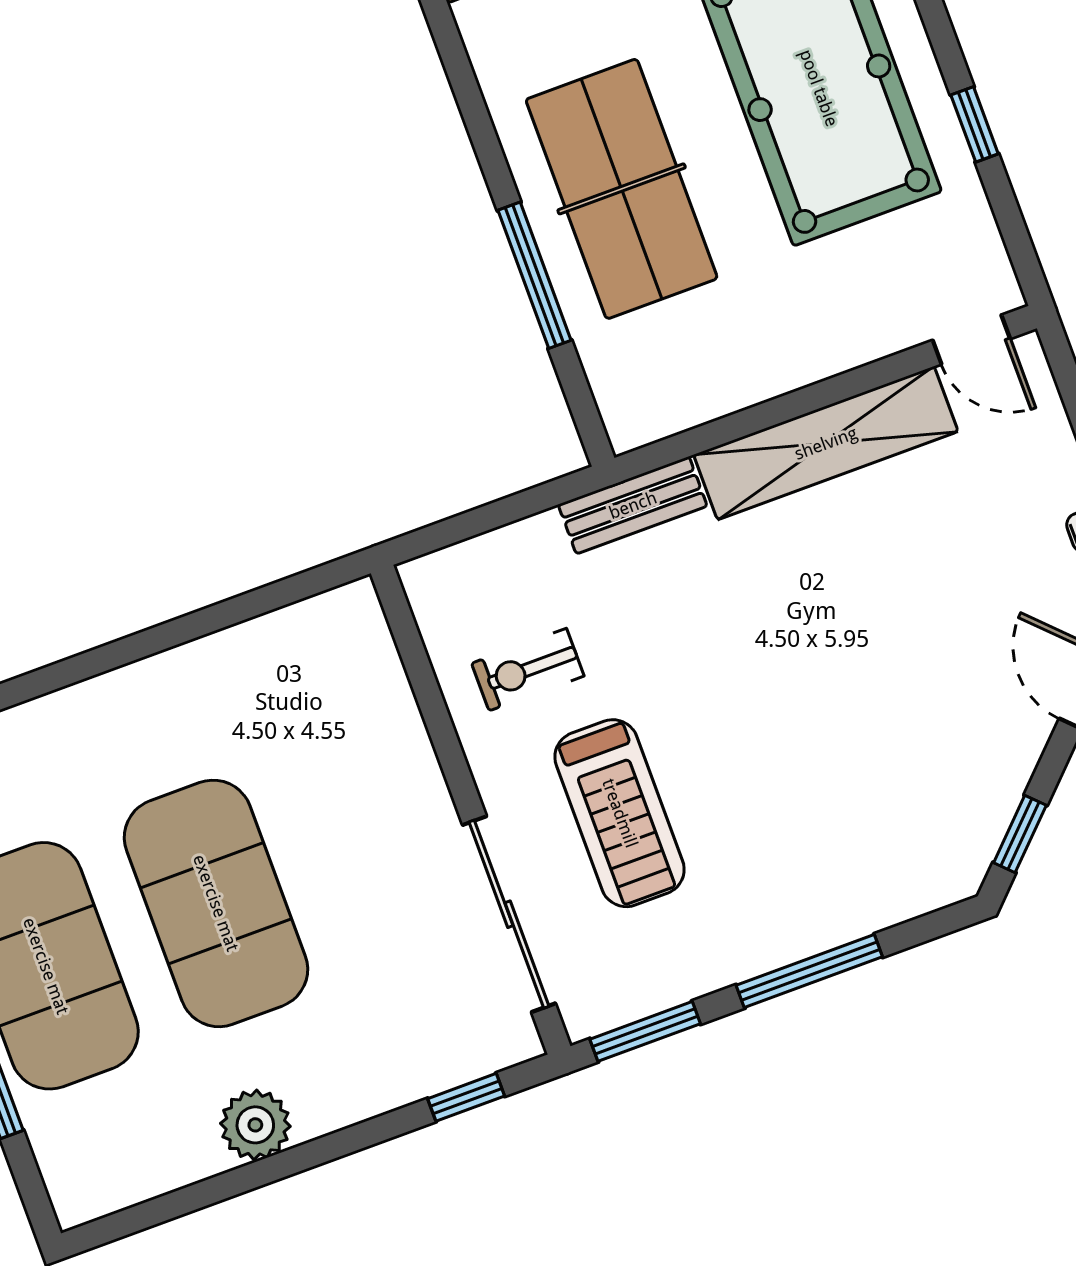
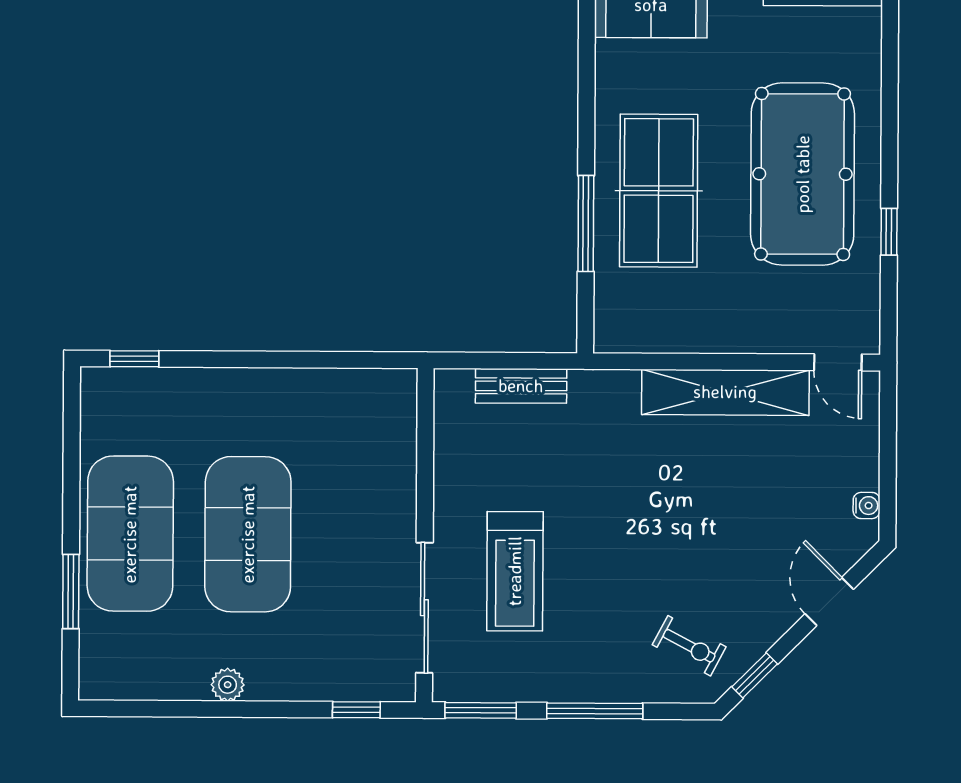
bench: (633, 505) -> (521, 386), moved
exercise bike: (528, 670) -> (689, 646), moved, turned -152
plant: (255, 1125) -> (228, 685), width x0.73, depth x0.73

